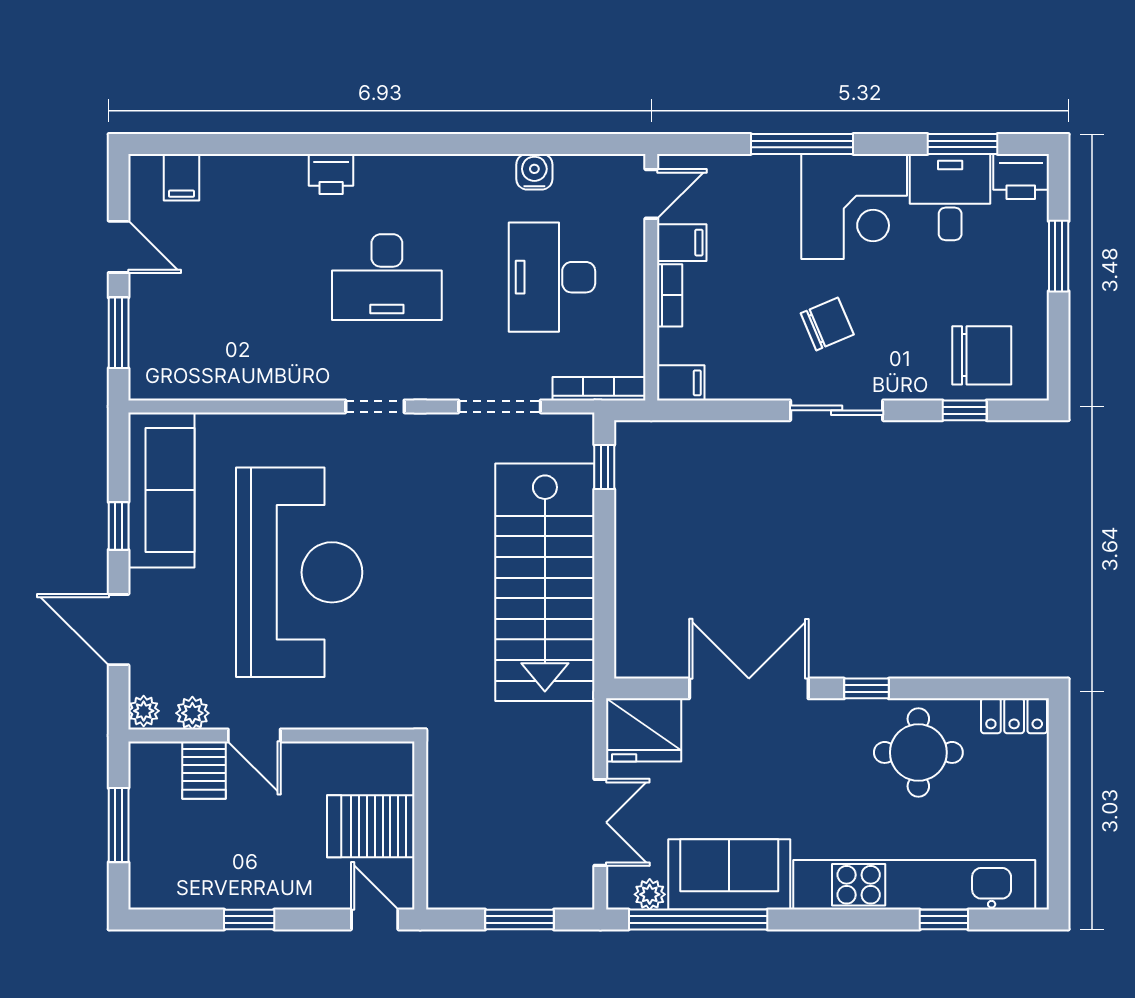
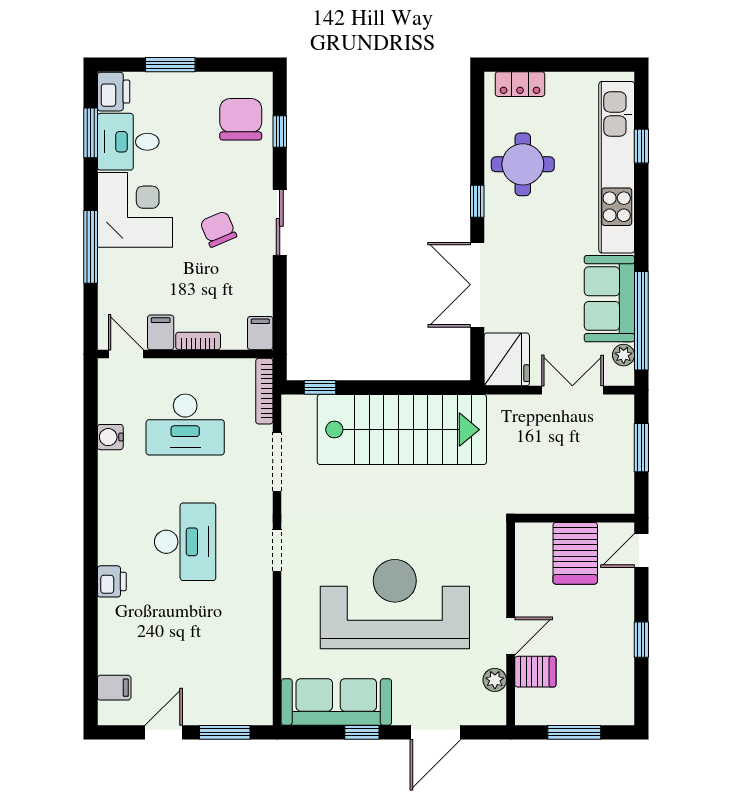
plant: (144, 711) -> (493, 714), removed
locker: (1014, 716) -> (520, 84), moved, turned 90

